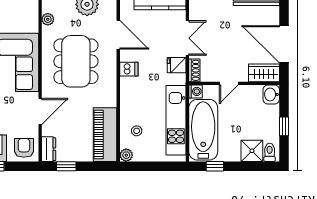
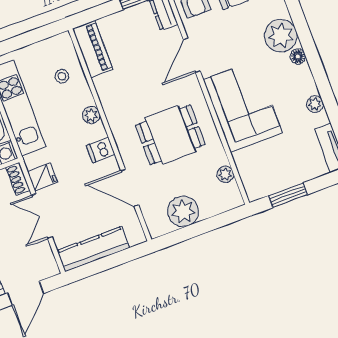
dining table: (76, 61) -> (170, 135), width x0.73
piano: (105, 135) -> (93, 49), width x0.73, depth x0.75
plant: (126, 155) -> (91, 115), moved

